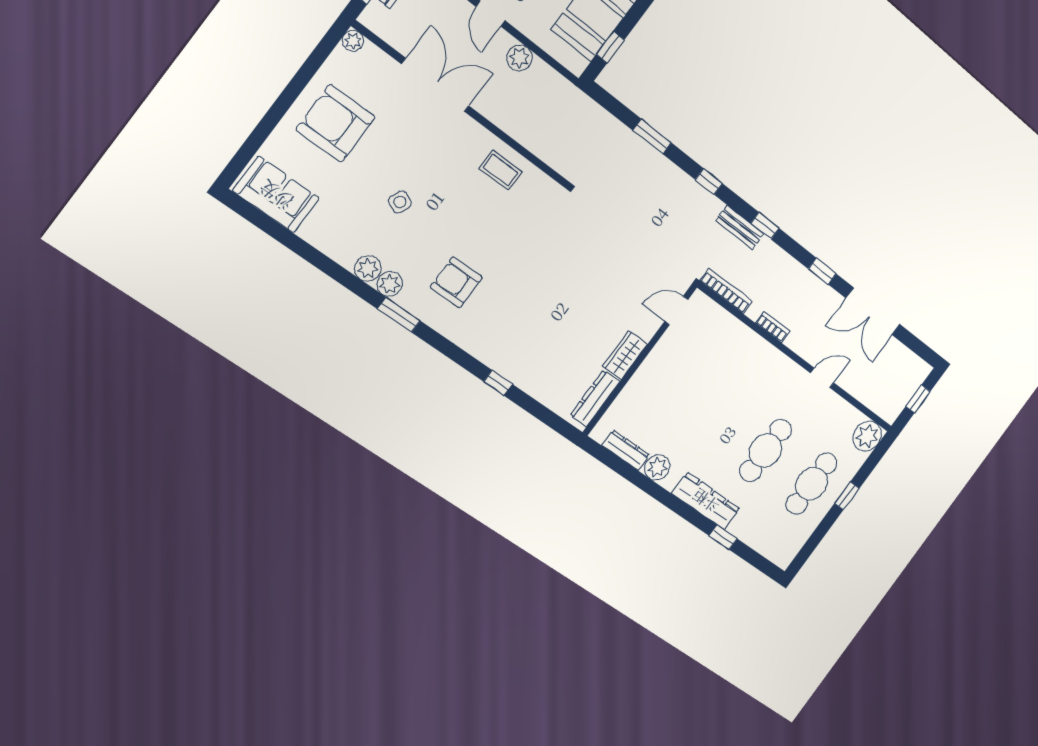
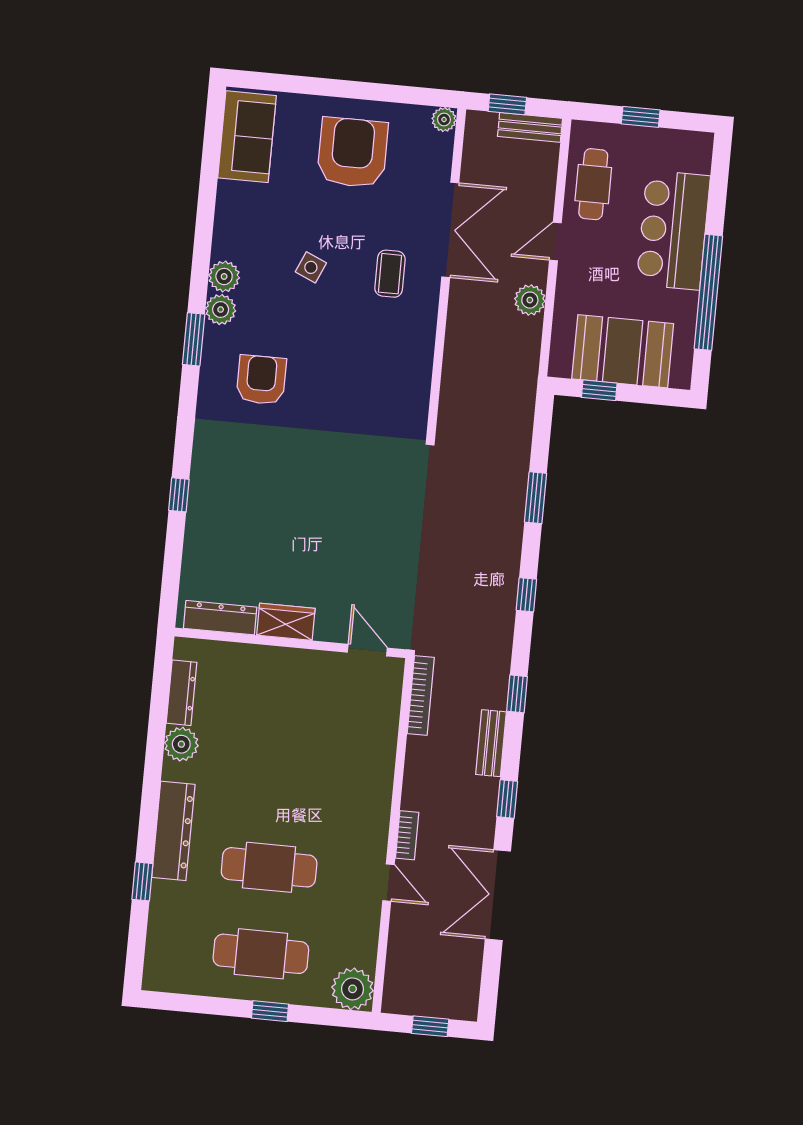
coffee table: (501, 170) -> (390, 274), moved
bench: (740, 227) -> (491, 743), moved
bookcase: (773, 327) -> (407, 835), moved

